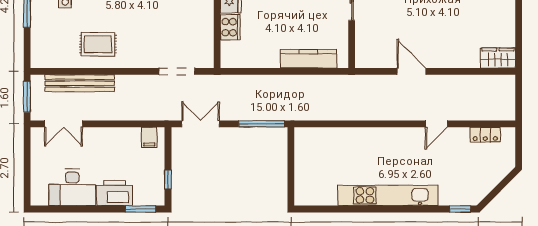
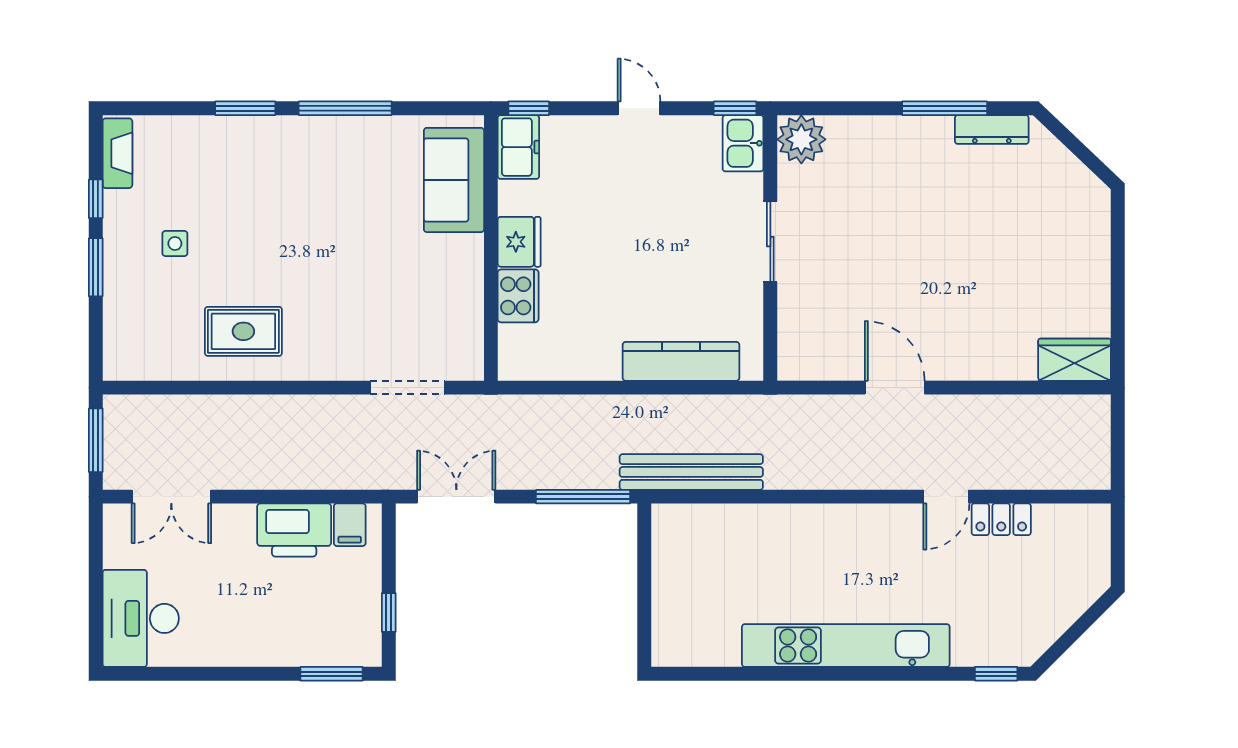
bench: (80, 83) -> (691, 472), moved
locker: (485, 135) -> (1001, 519), moved
desk: (72, 187) -> (141, 618), moved, turned 90
printer: (115, 193) -> (294, 530), moved, turned 180

